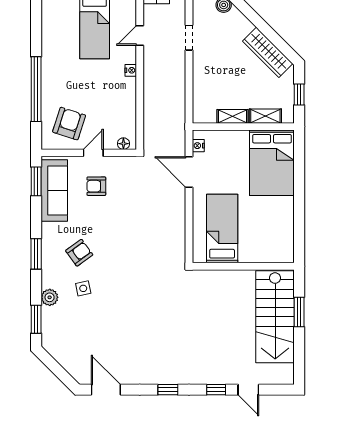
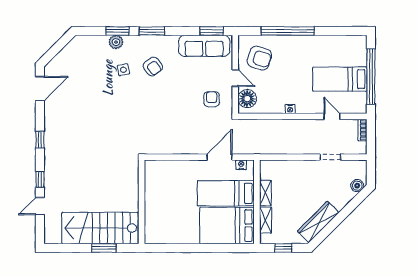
nightstand: (131, 70) -> (290, 109), moved
floor lamp: (123, 144) -> (247, 99), width x1.89, depth x1.89
armchair: (96, 186) -> (212, 99), moved
bed: (222, 229) -> (226, 193), moved, turned 180
window: (36, 319) -> (117, 31), moved

